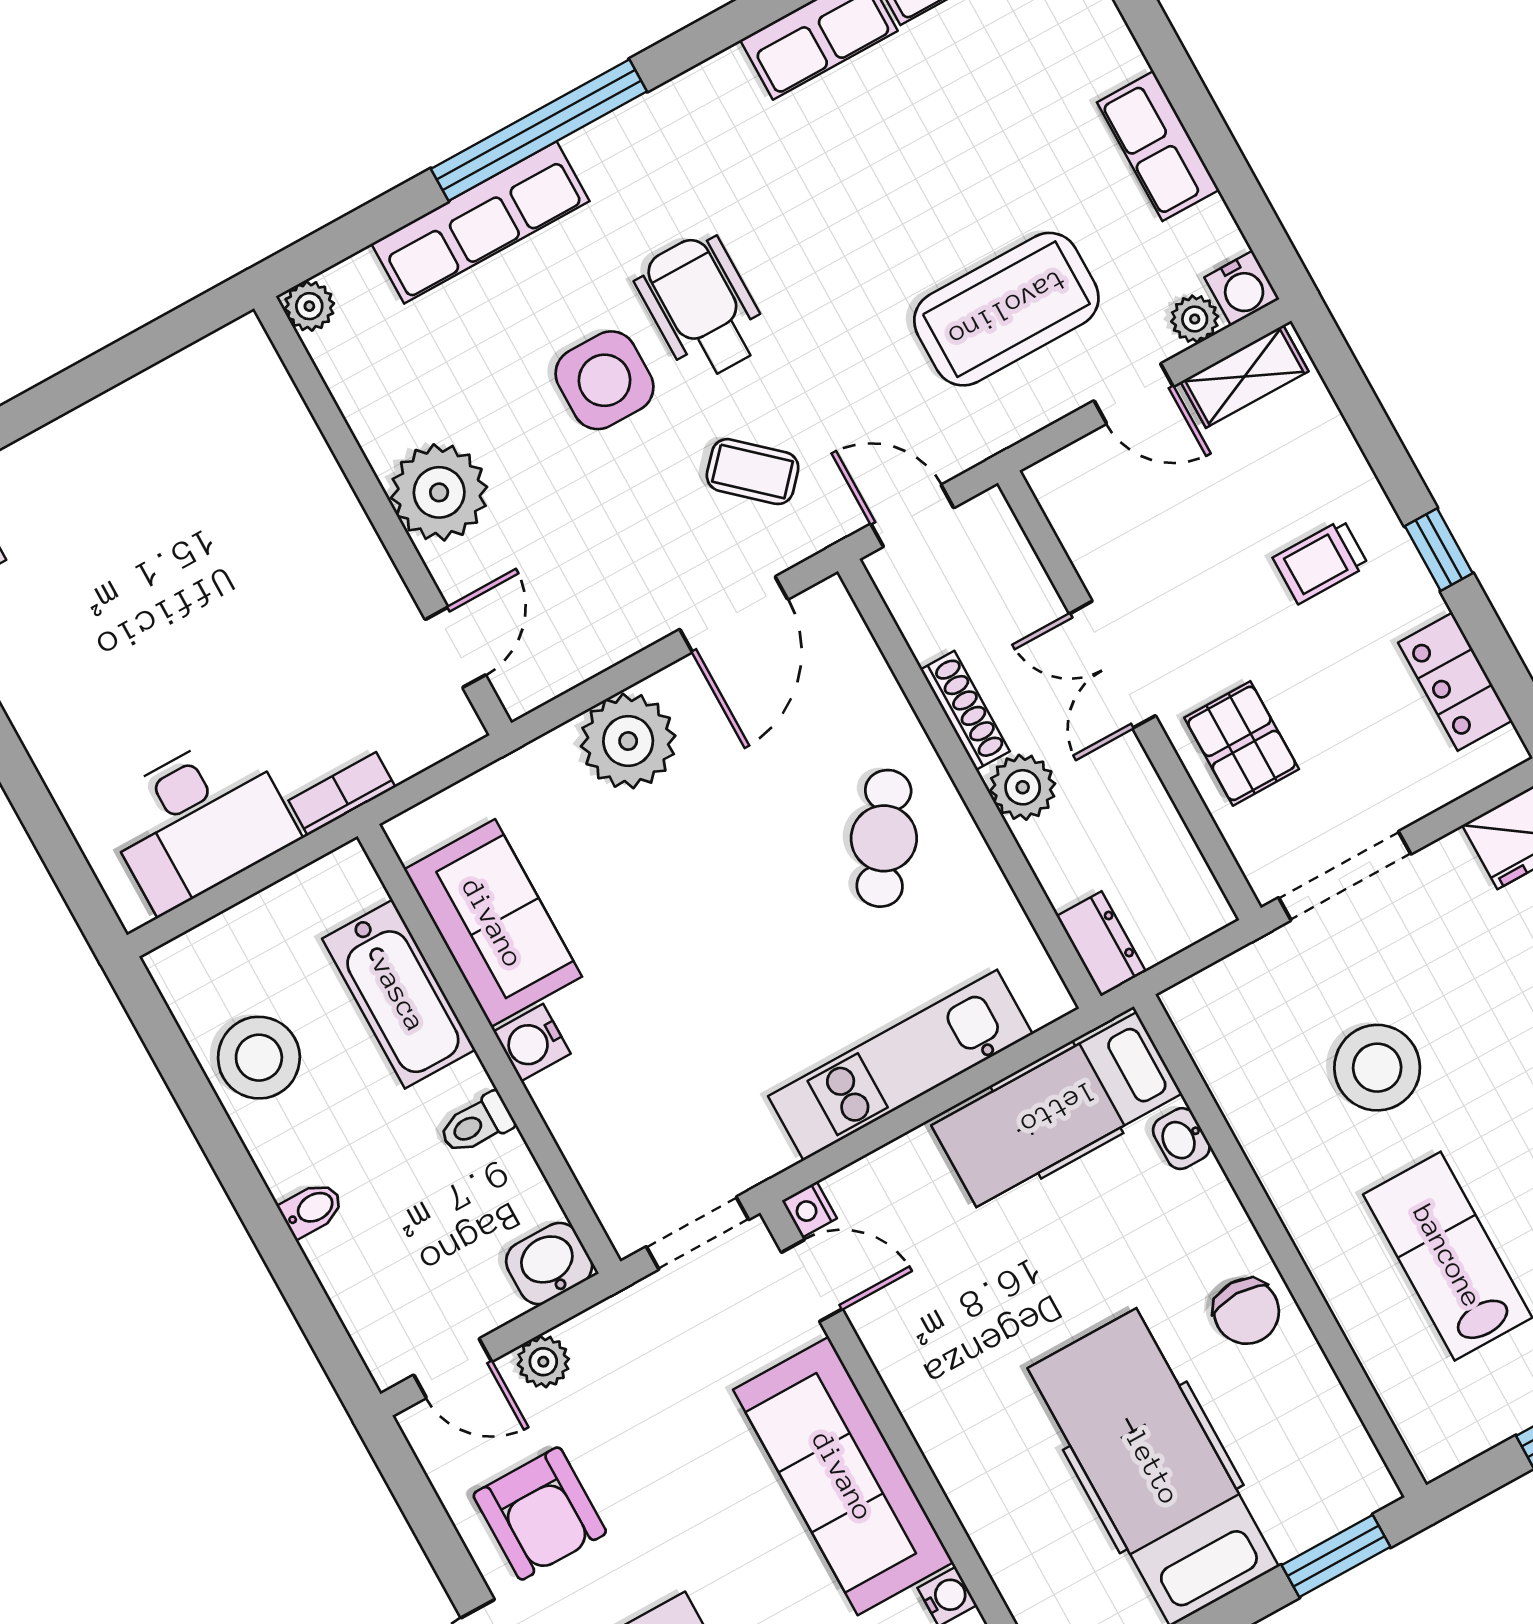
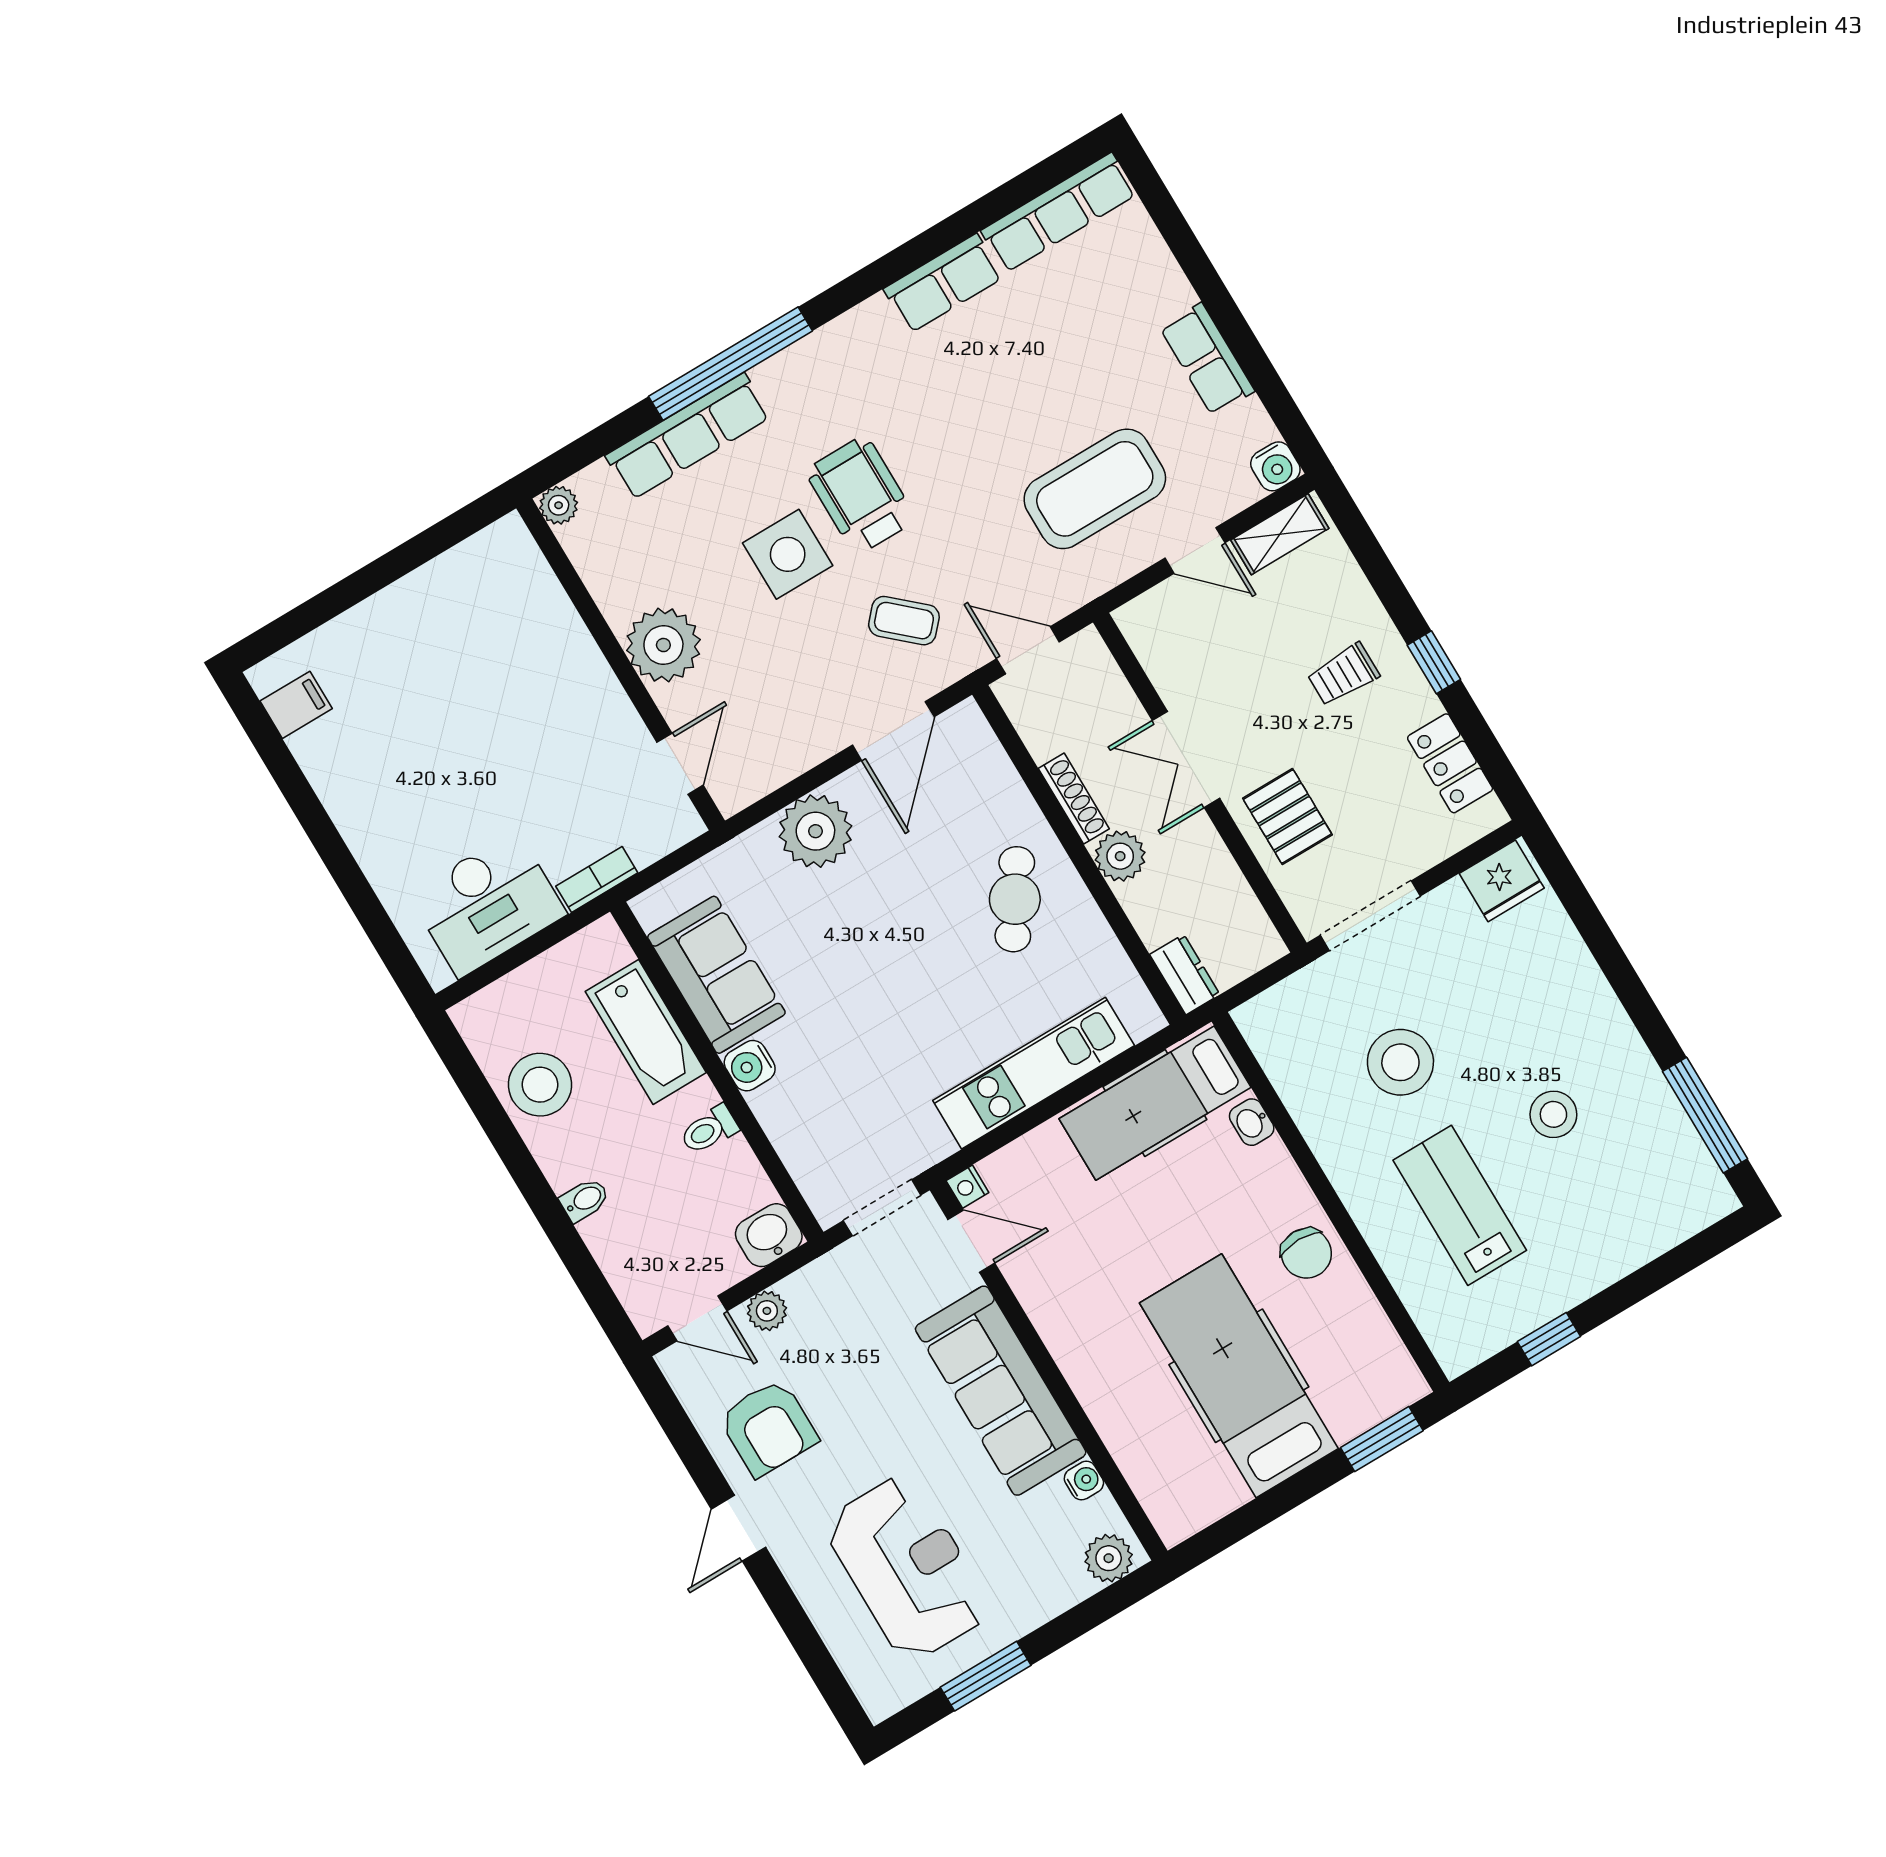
plant: (1195, 319) -> (1240, 491), removed

